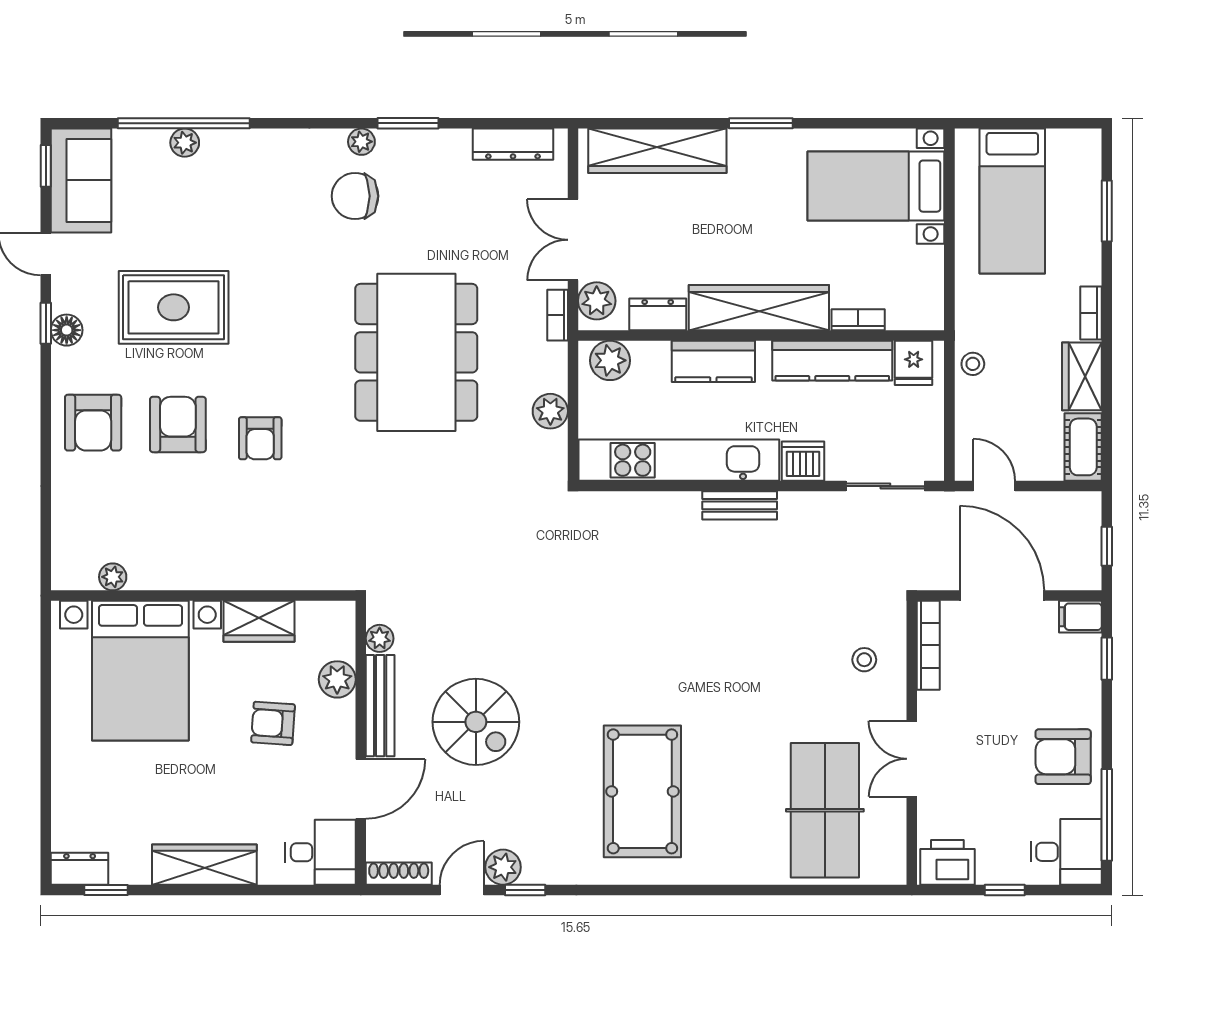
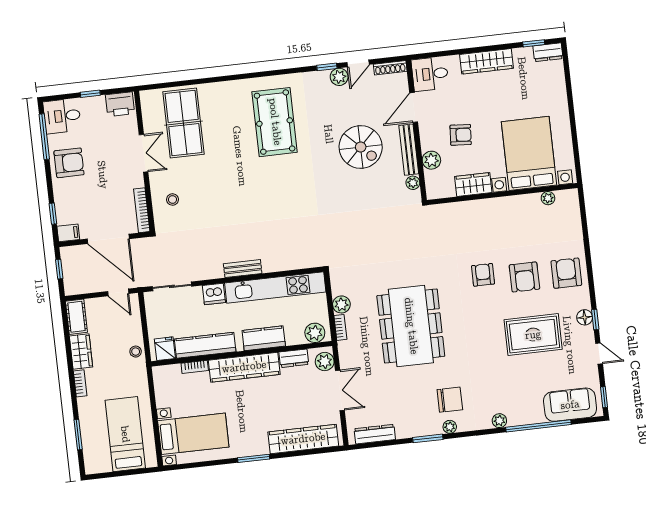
plant: (185, 143) -> (499, 421), moved
sofa: (81, 180) -> (570, 405), moved, turned 90
bookcase: (558, 315) -> (340, 327), moved
spiral stairs: (476, 722) -> (361, 147), turned 180

